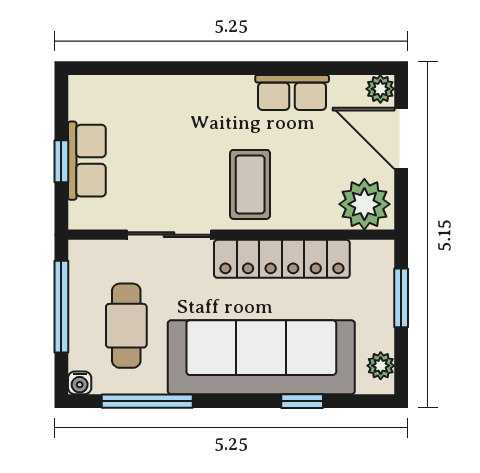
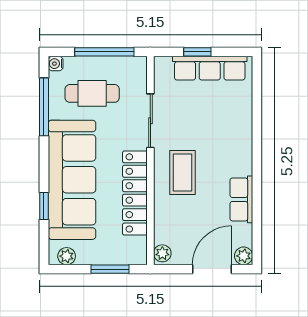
row of seats: (87, 161) -> (210, 68), width x1.48
coffee table: (250, 184) -> (182, 173), turned 90
plant: (364, 204) -> (162, 253), width x0.53, depth x0.53

